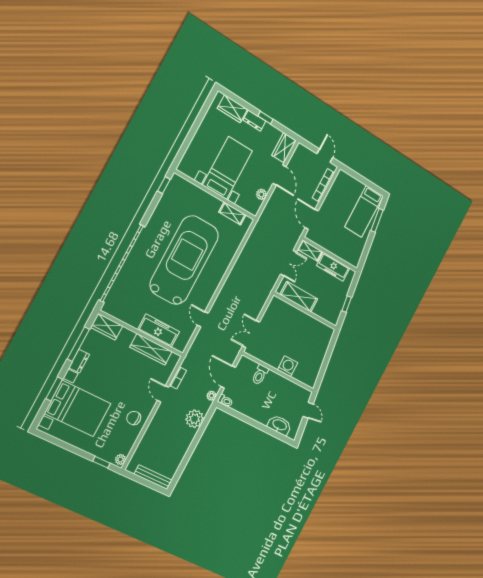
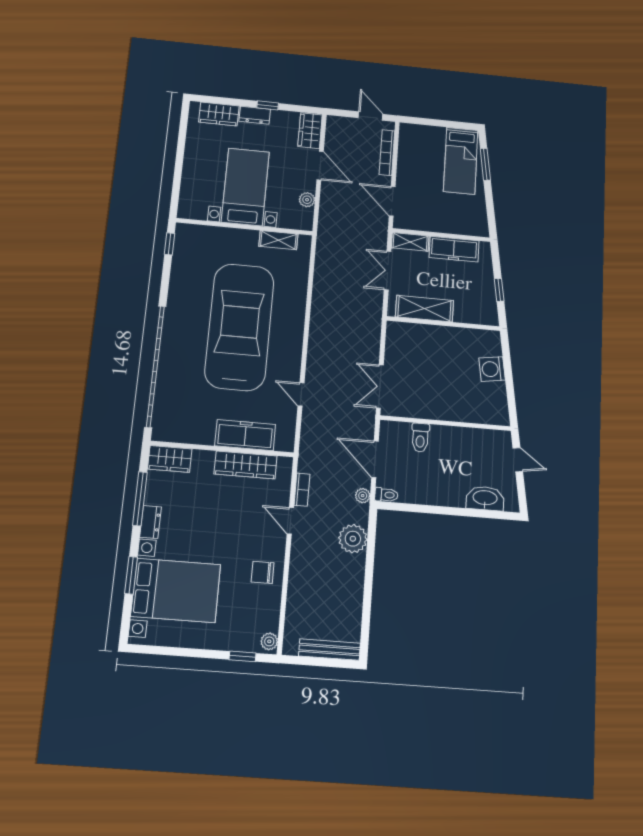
double door: (288, 263) -> (388, 271), swing flipped
washing machine: (288, 366) -> (492, 369), moved, turned -98

